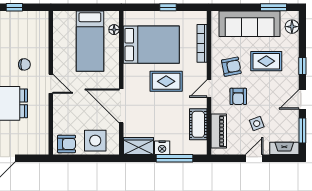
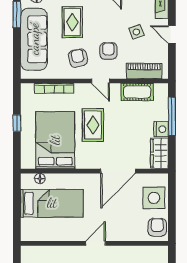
armchair: (238, 96) -> (108, 51), turned -90

